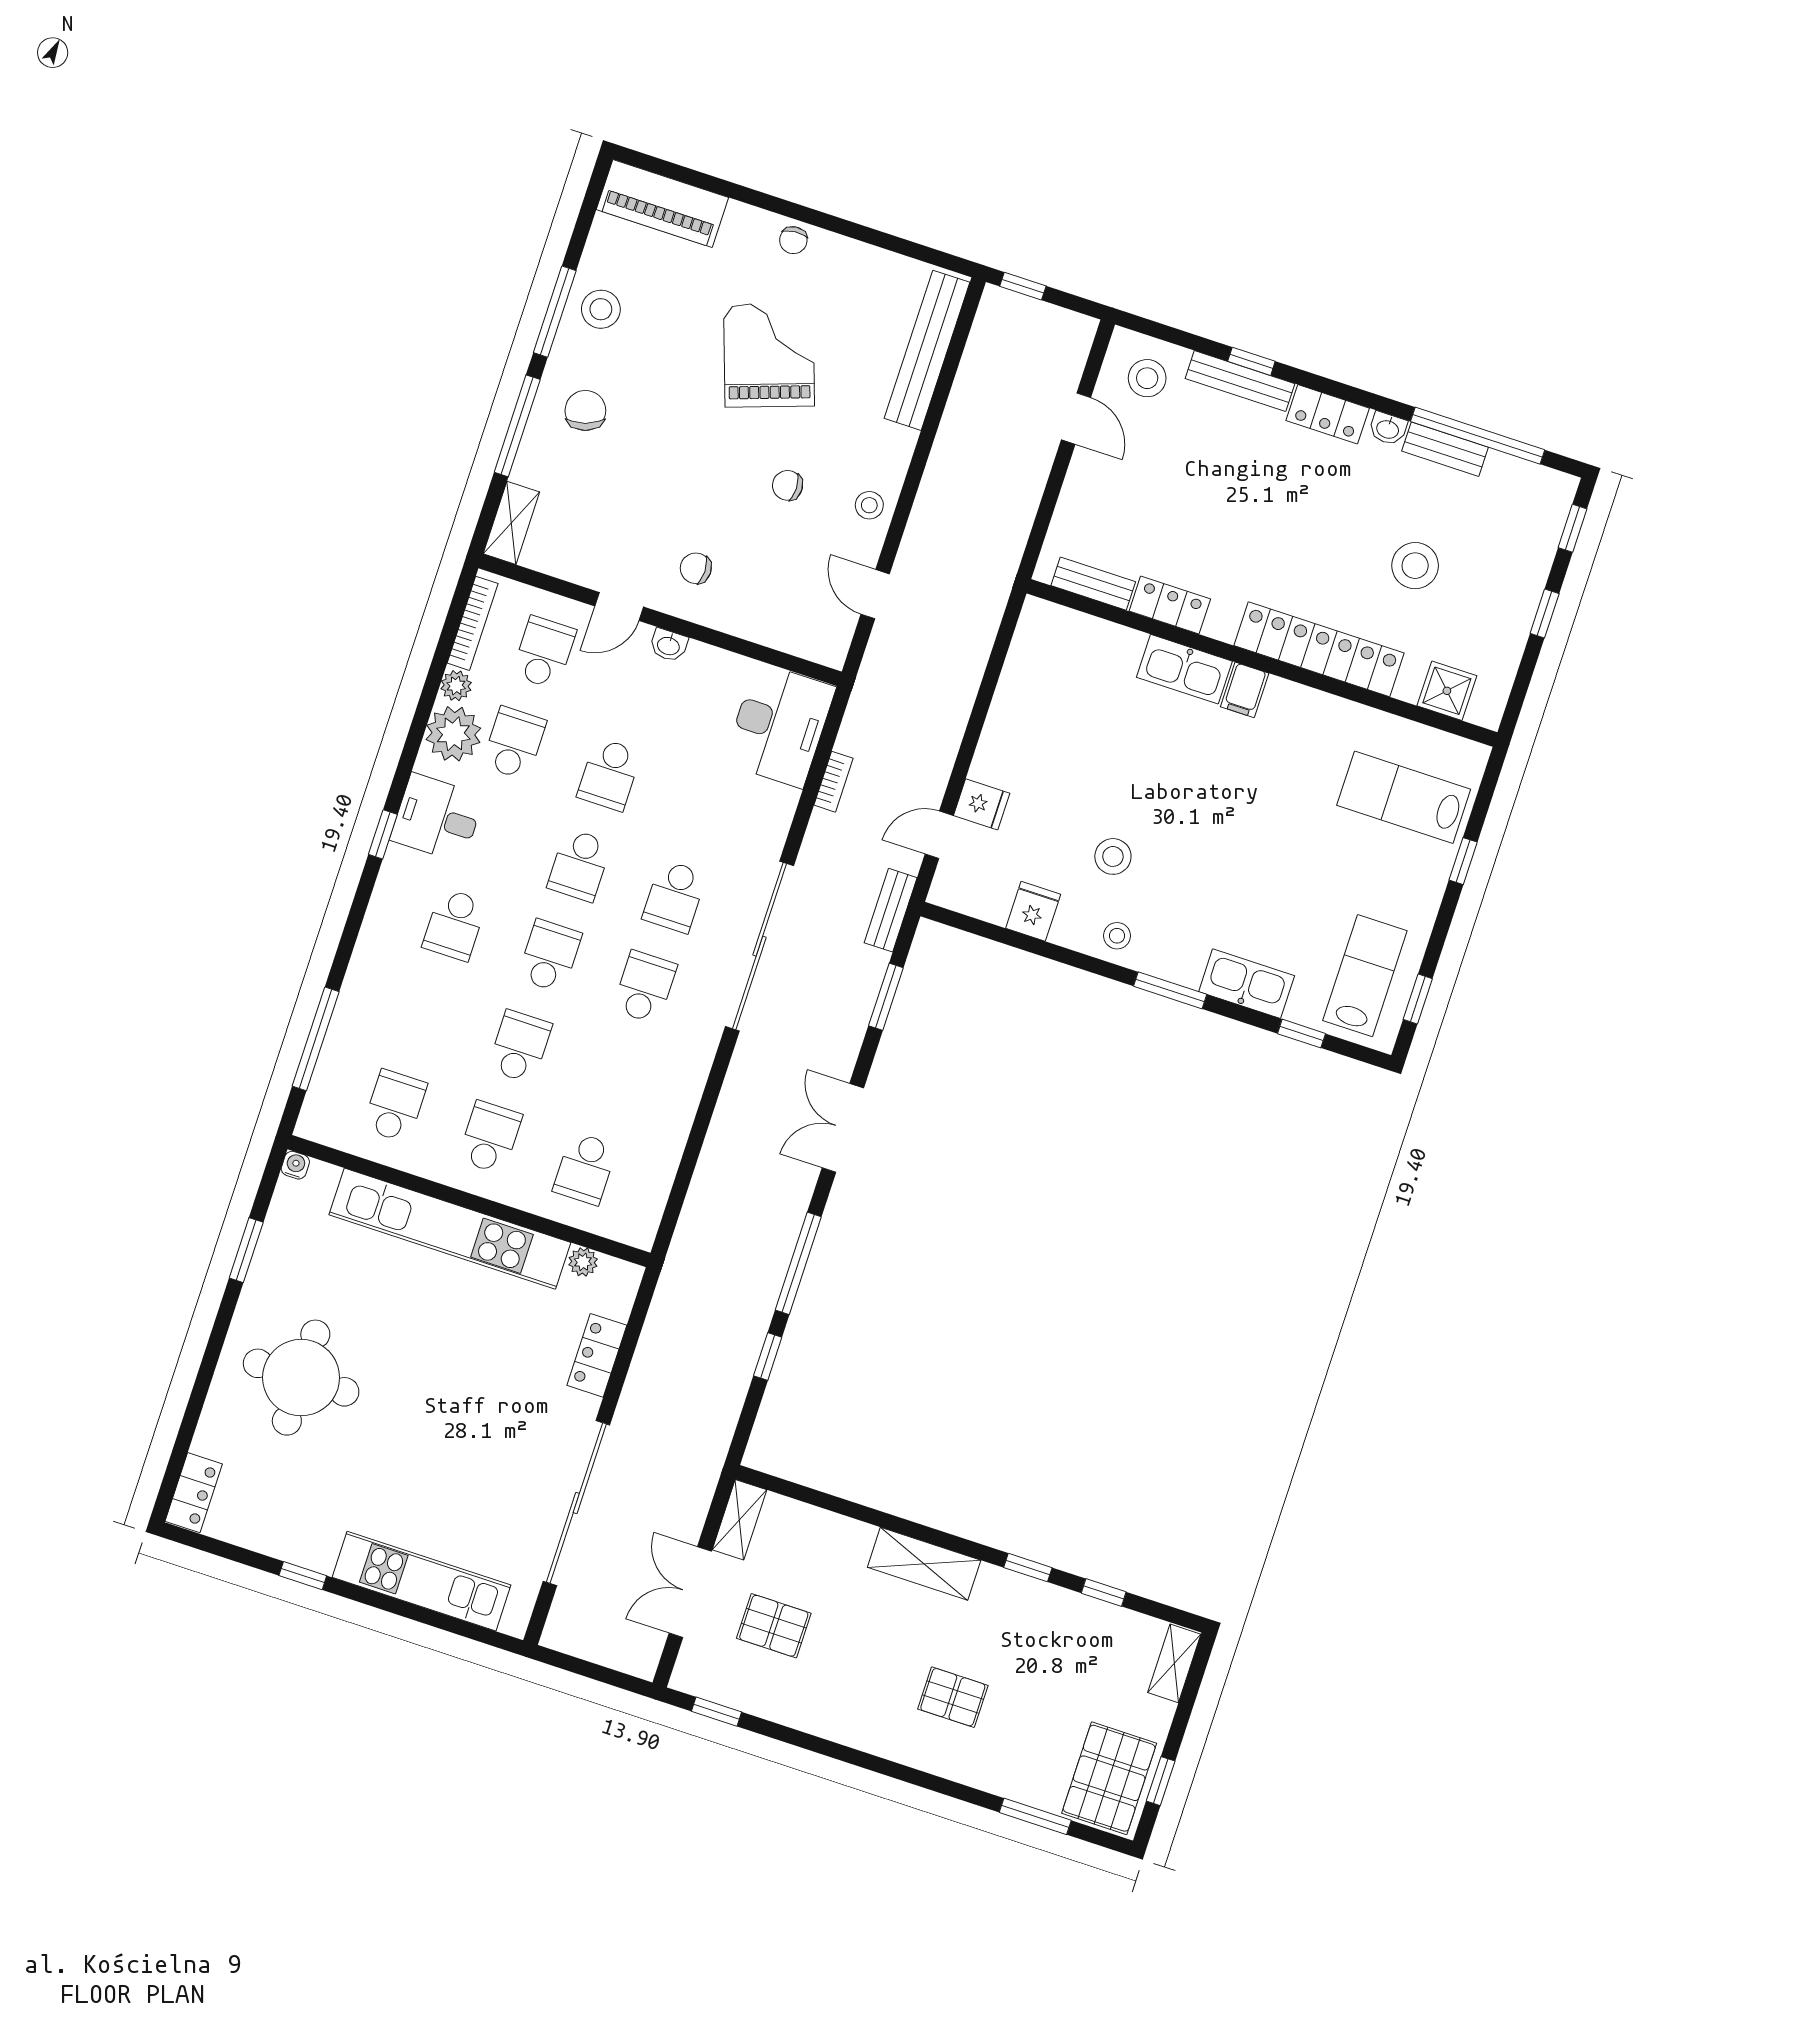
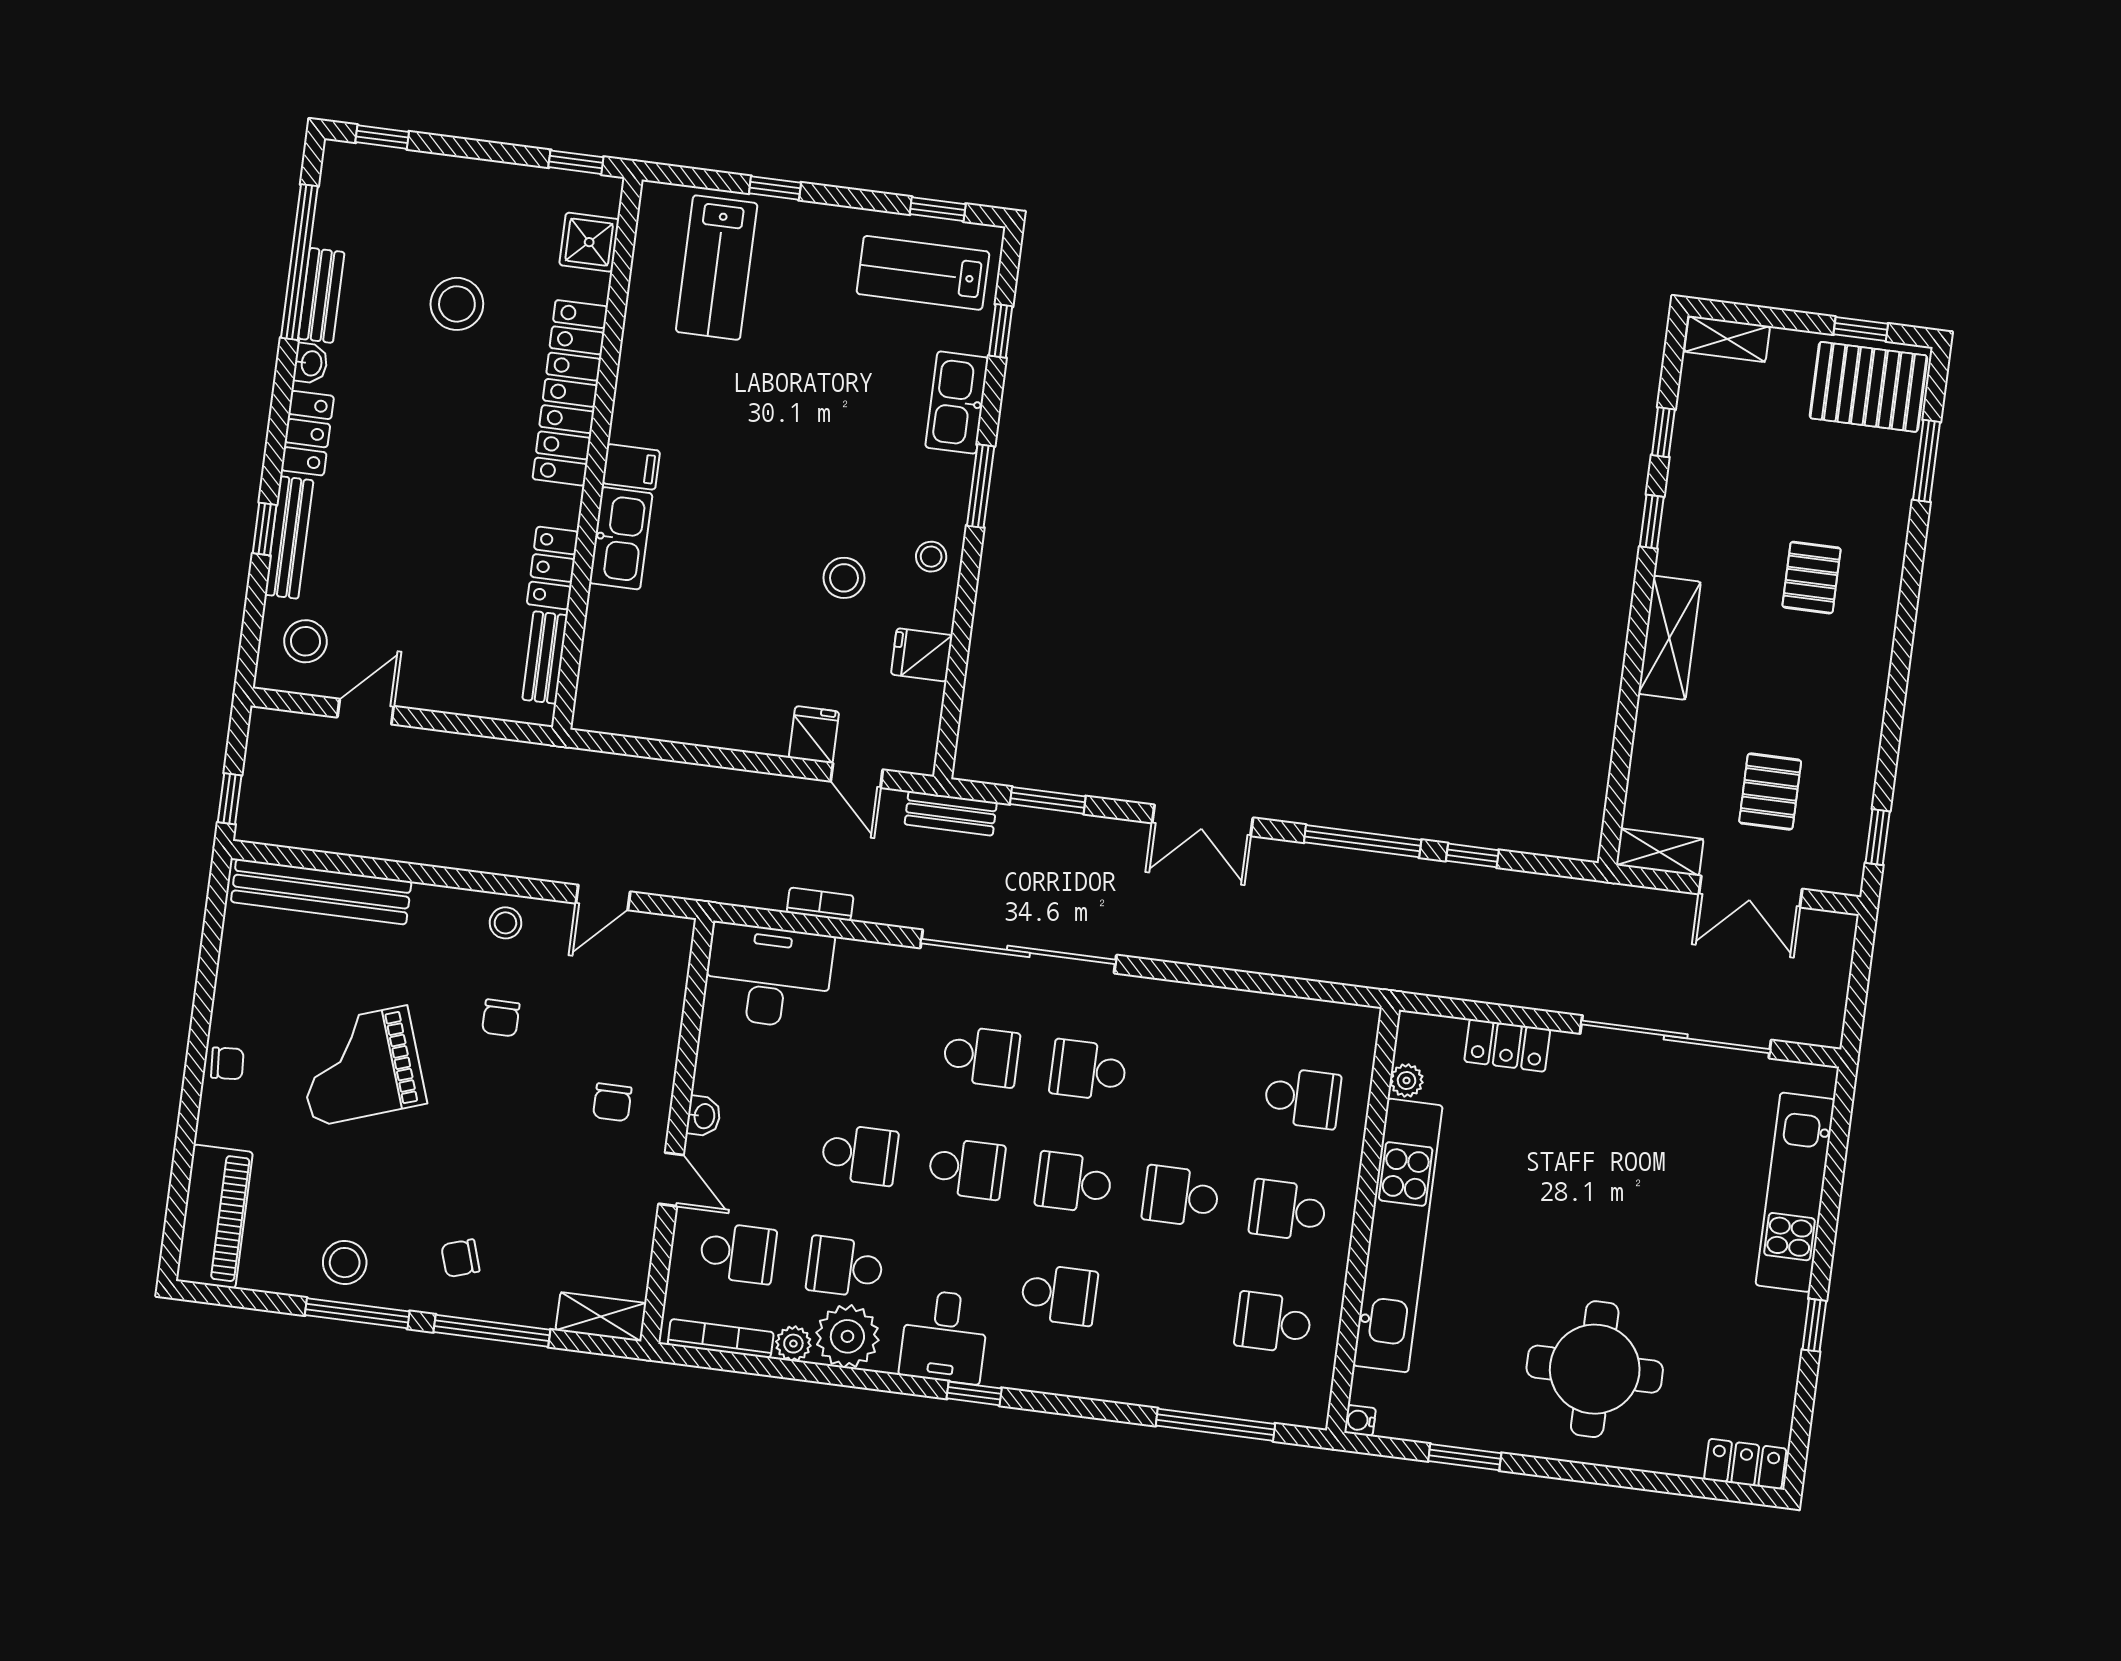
chair: (585, 410) -> (460, 1258), width x0.73, depth x0.73
window: (1545, 613) -> (576, 162), moved
school desk: (544, 652) -> (738, 1253), turned 180

